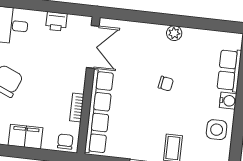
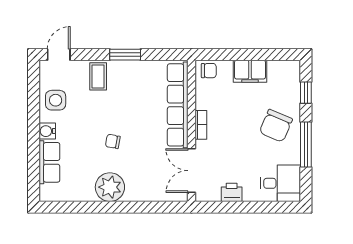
plant: (174, 33) -> (110, 187), width x1.87, depth x1.87
bookcase: (77, 108) -> (201, 125), moved
chair: (65, 142) -> (209, 71), turned -90

